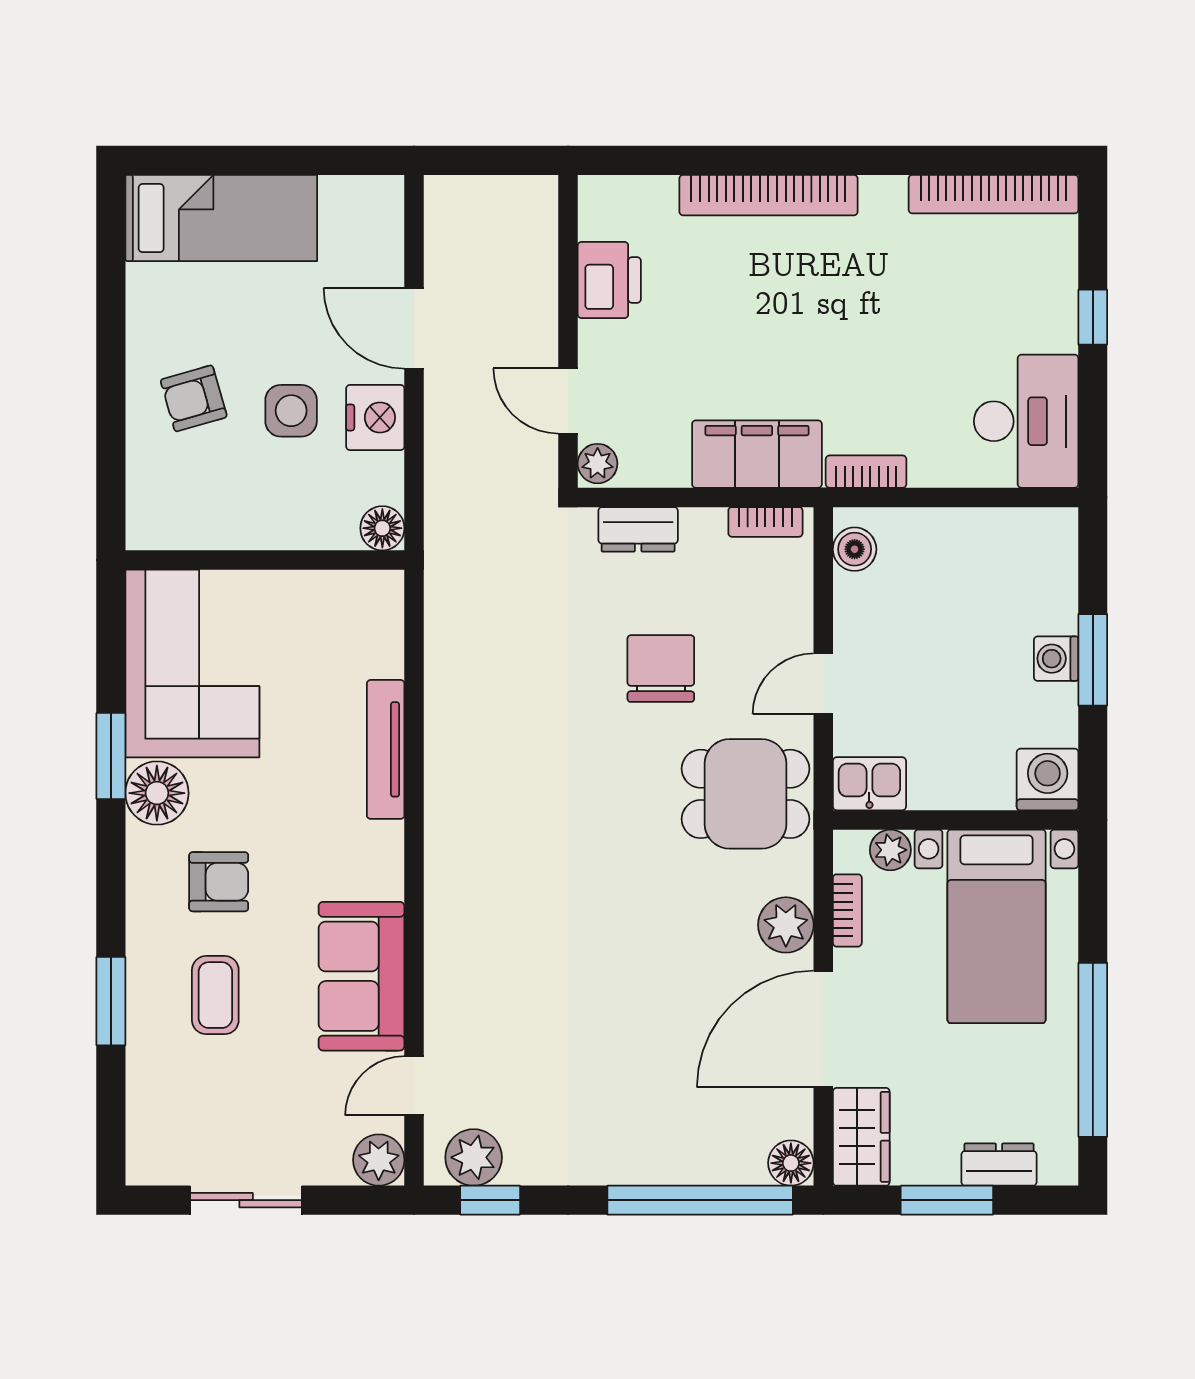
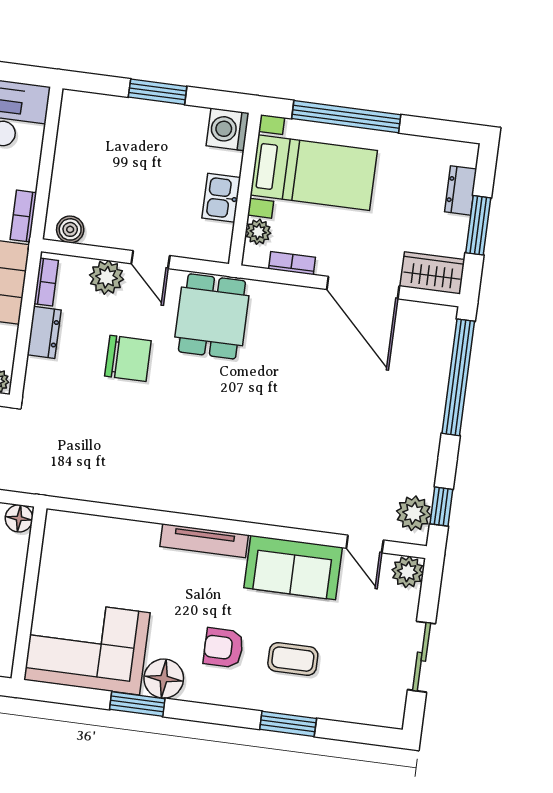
dresser: (638, 529) -> (44, 332), moved
washing machine: (1056, 659) -> (154, 114), removed
chair: (661, 669) -> (128, 358), turned 180
tv unit: (386, 749) -> (204, 541), moved
kitchen sink: (869, 784) -> (221, 198), moved
armchair: (219, 882) -> (223, 648), turned -90
plant: (786, 925) -> (107, 277), moved
window: (1093, 1050) -> (346, 117), moved
floor lamp: (791, 1163) -> (443, 318), removed

